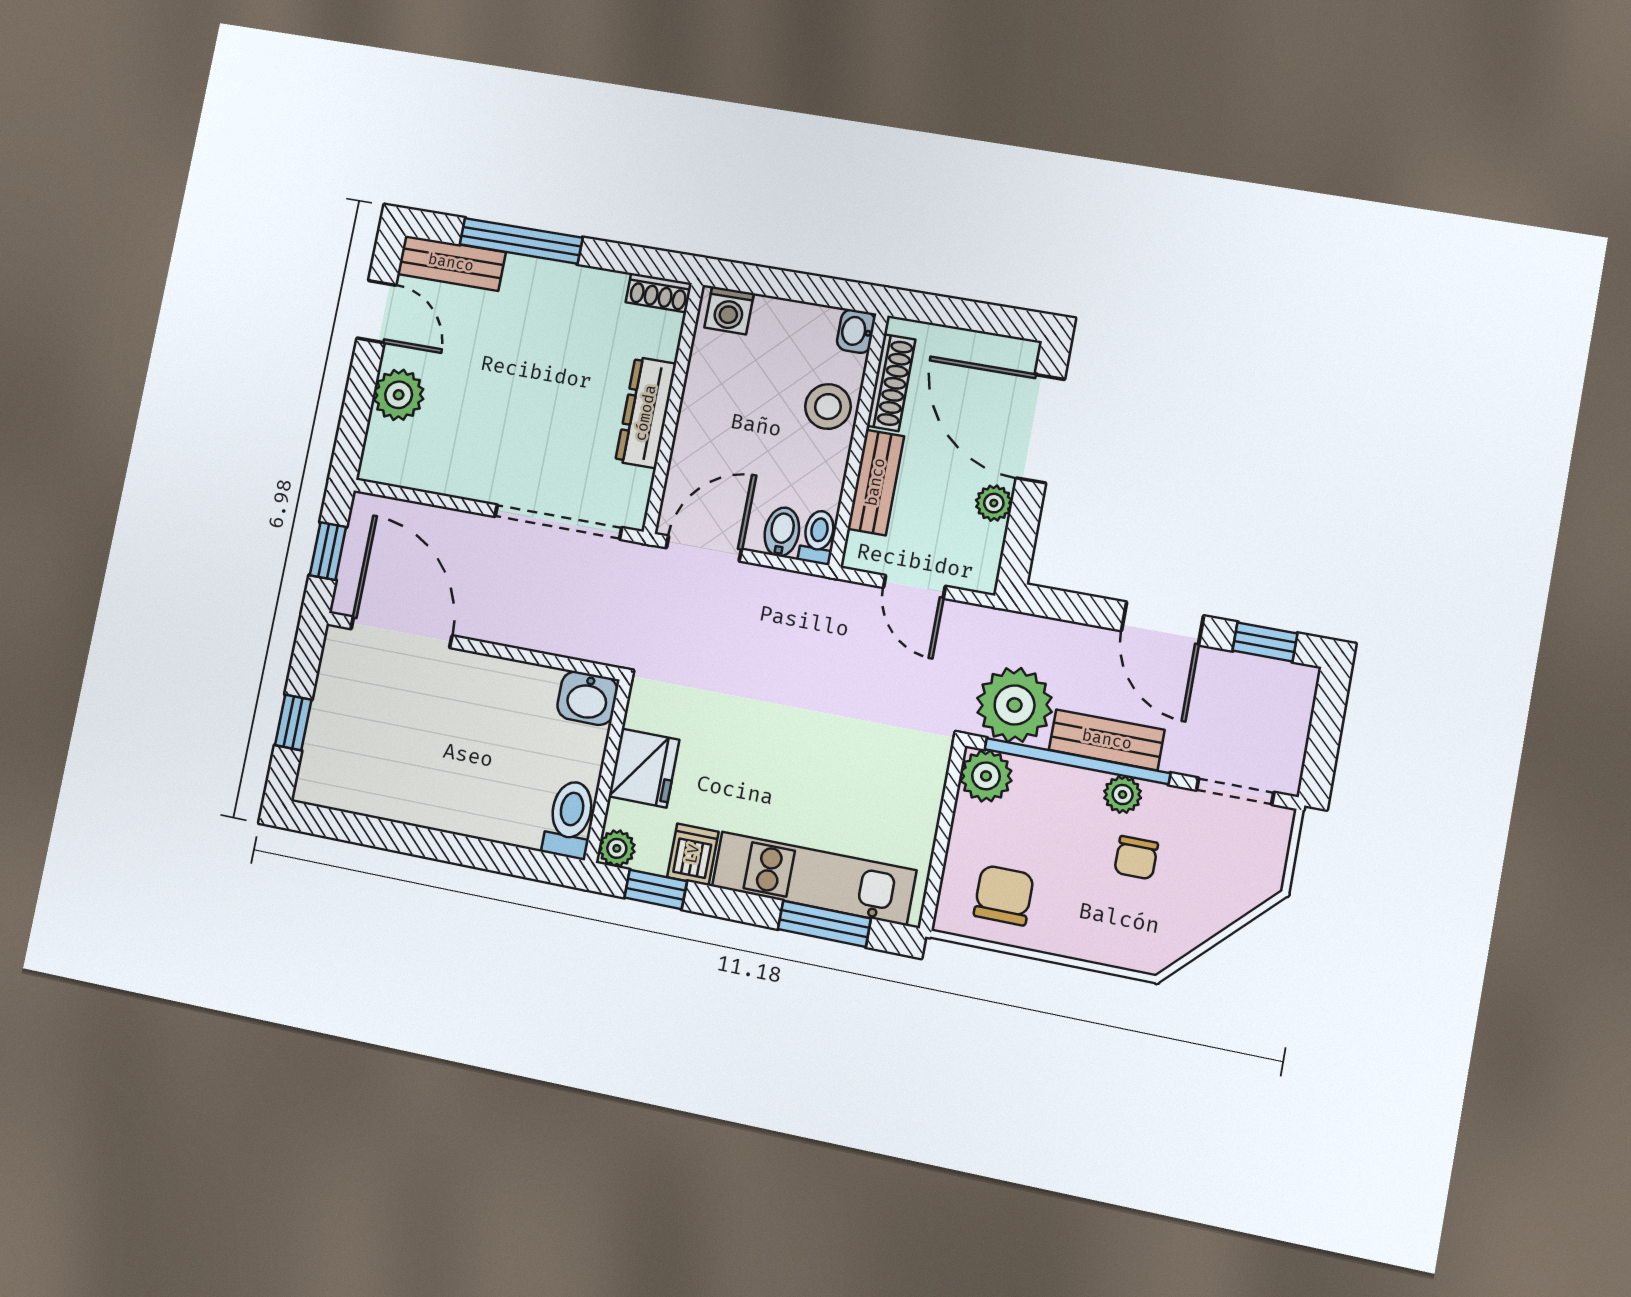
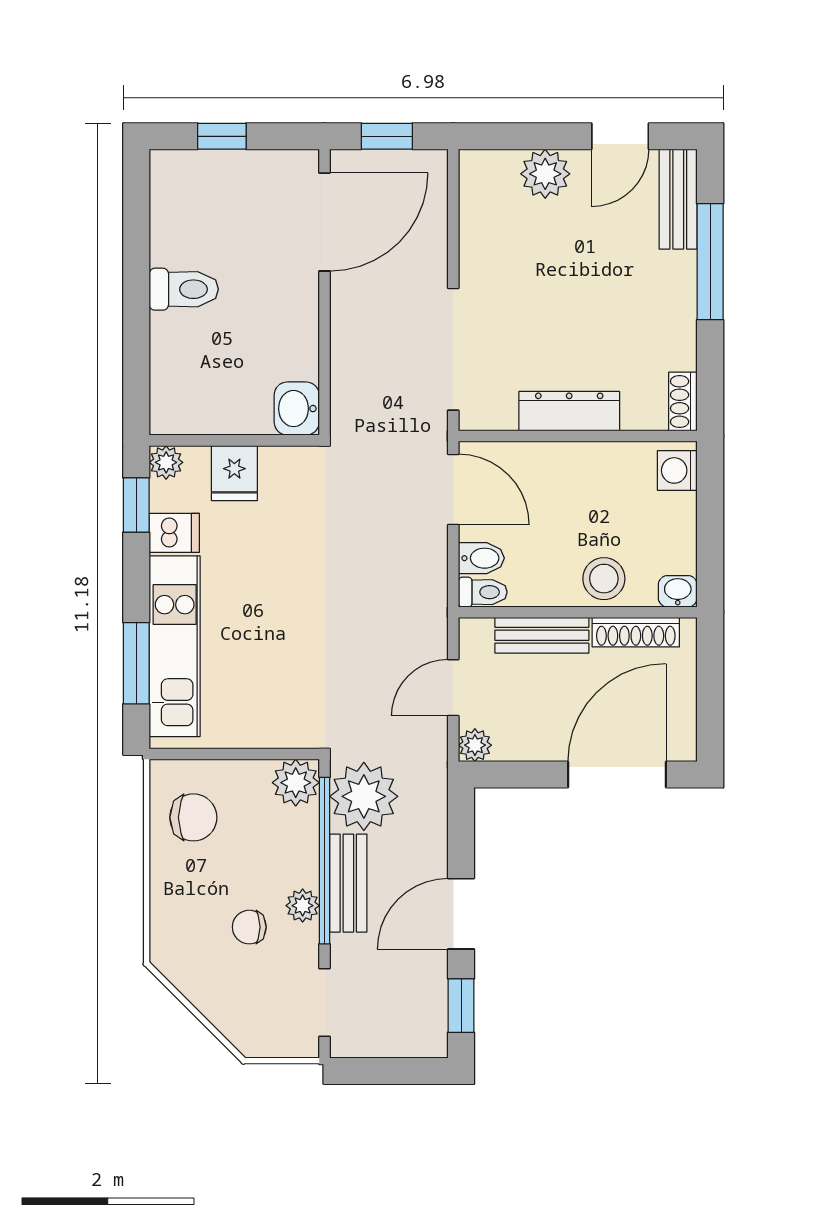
plant: (994, 503) -> (475, 745), moved
fridge: (644, 768) -> (234, 473), width x0.72
toilet: (570, 819) -> (184, 289), moved

